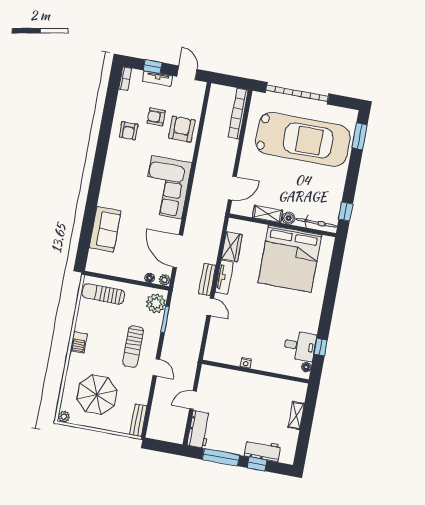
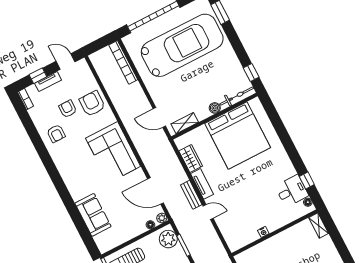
armchair: (156, 117) -> (68, 109), turned 90
door: (232, 188) -> (159, 117), swing flipped
shelving: (267, 214) -> (185, 123), moved
shelving: (296, 415) -> (319, 225), moved

